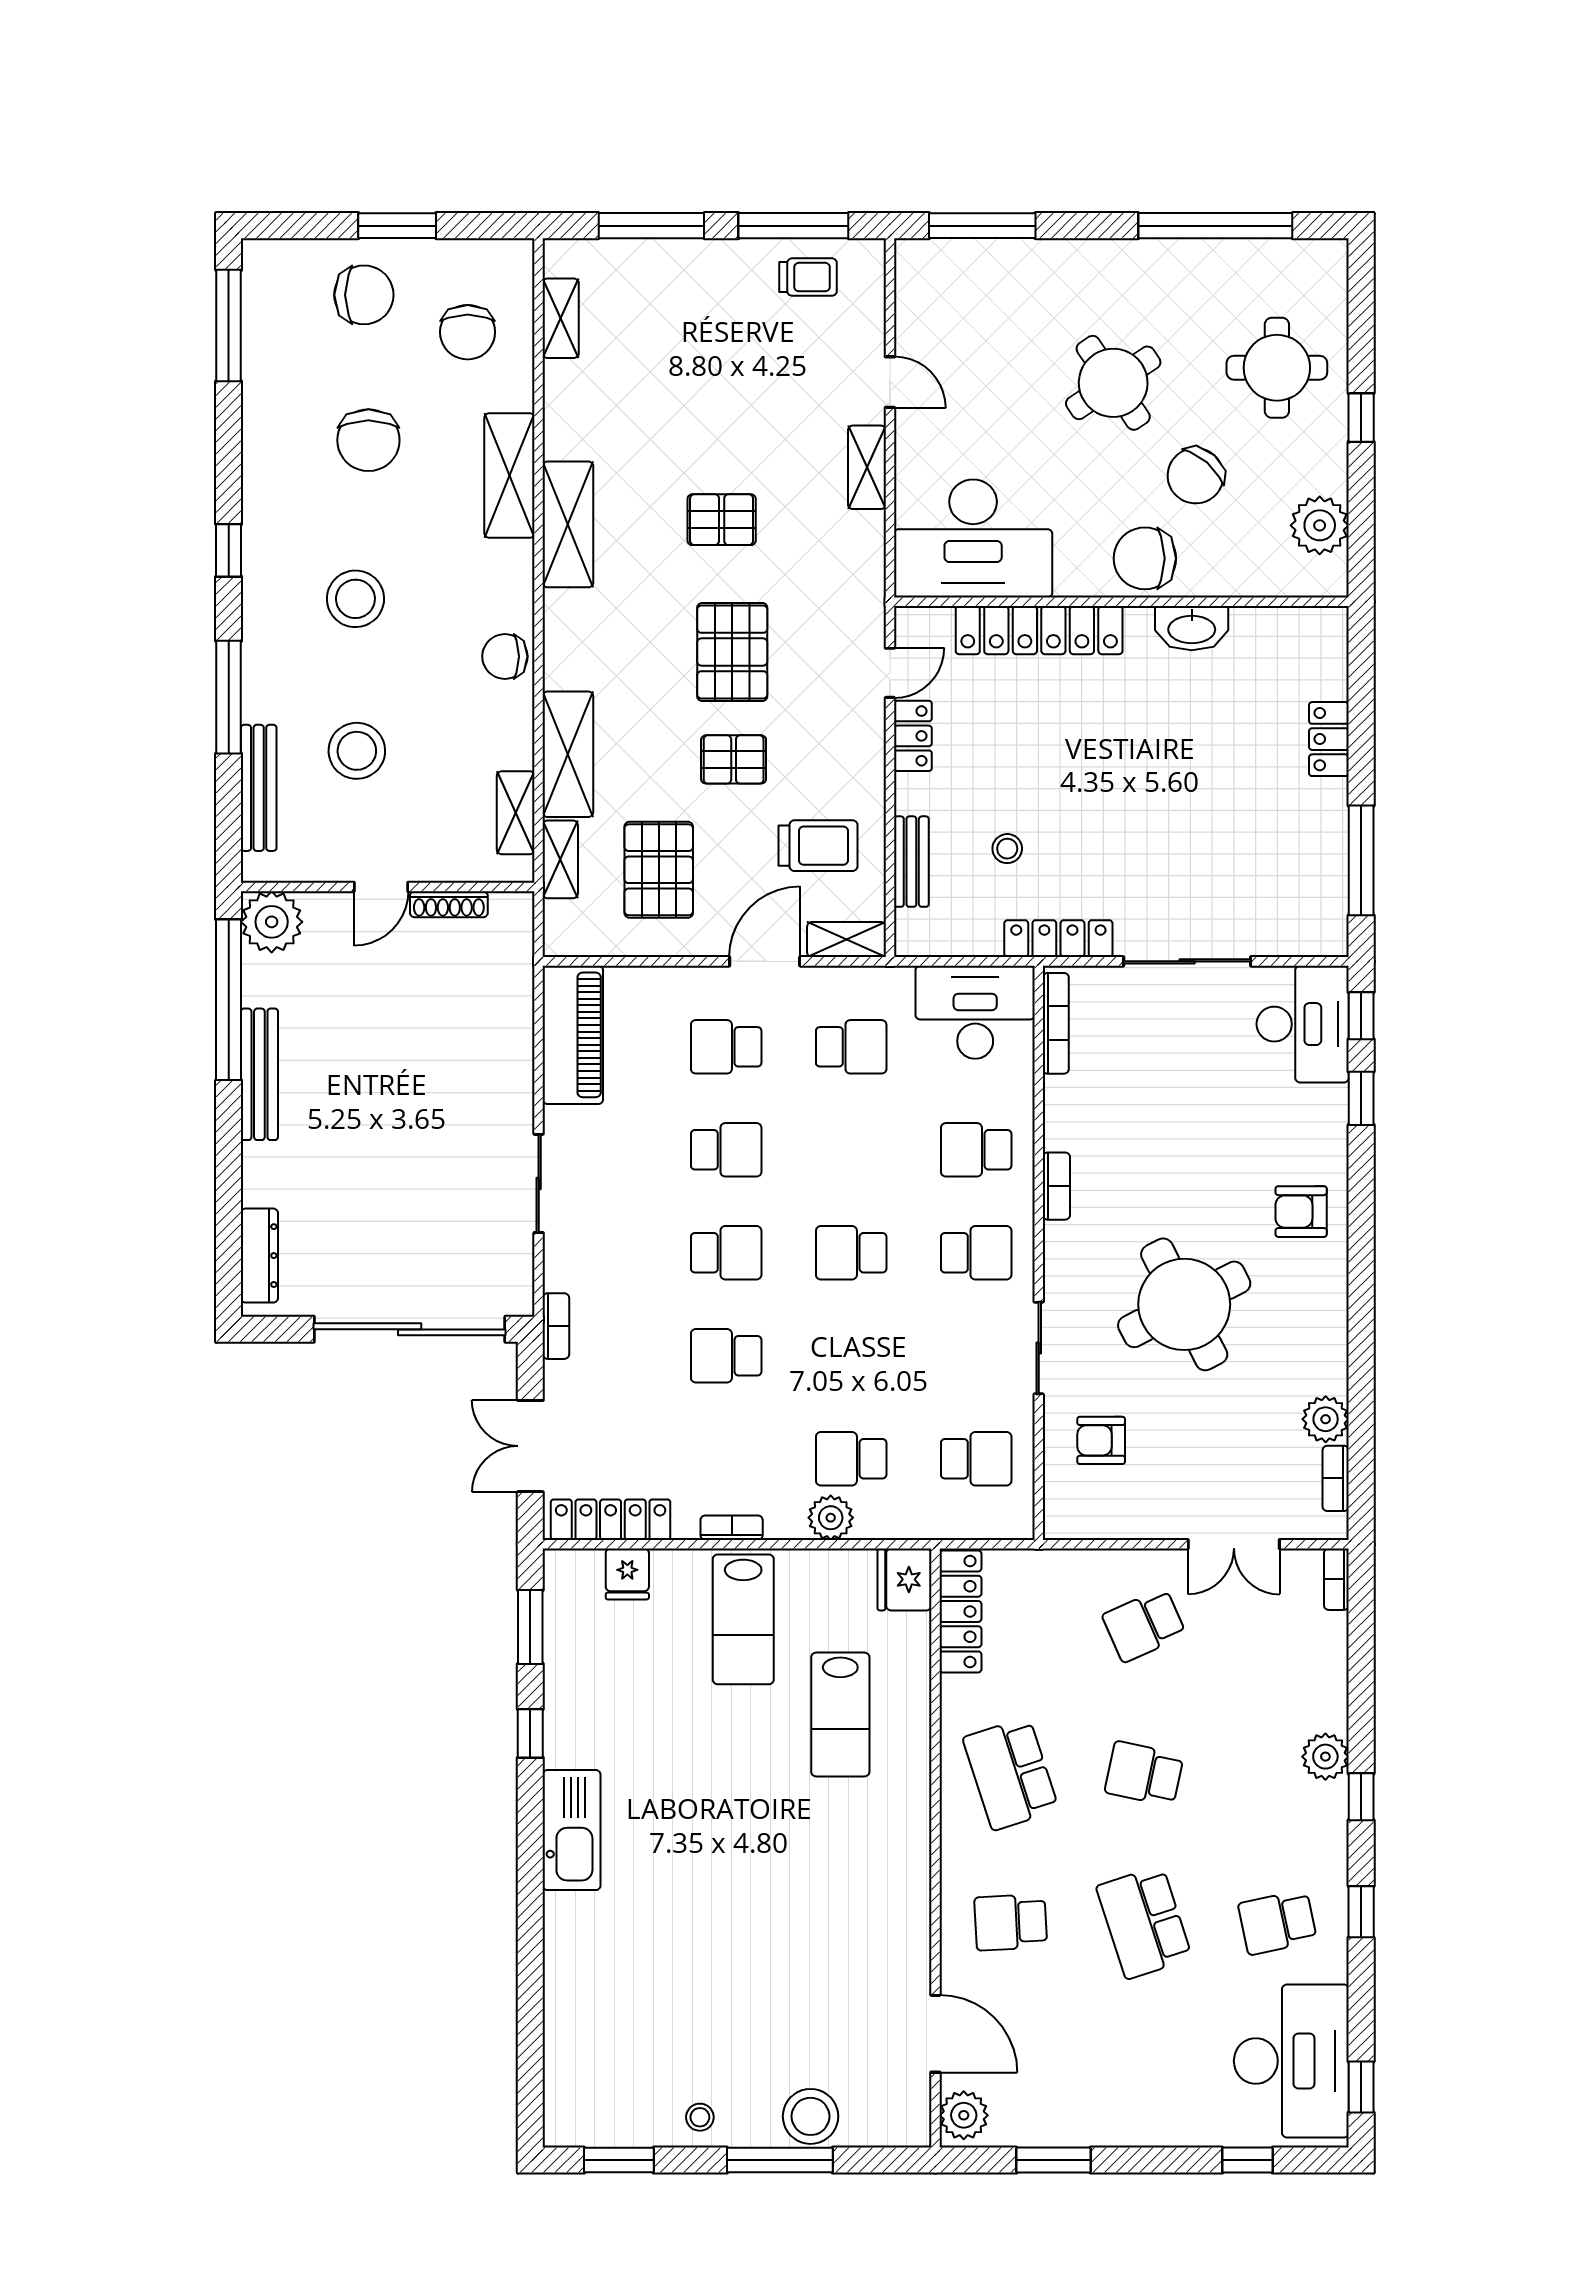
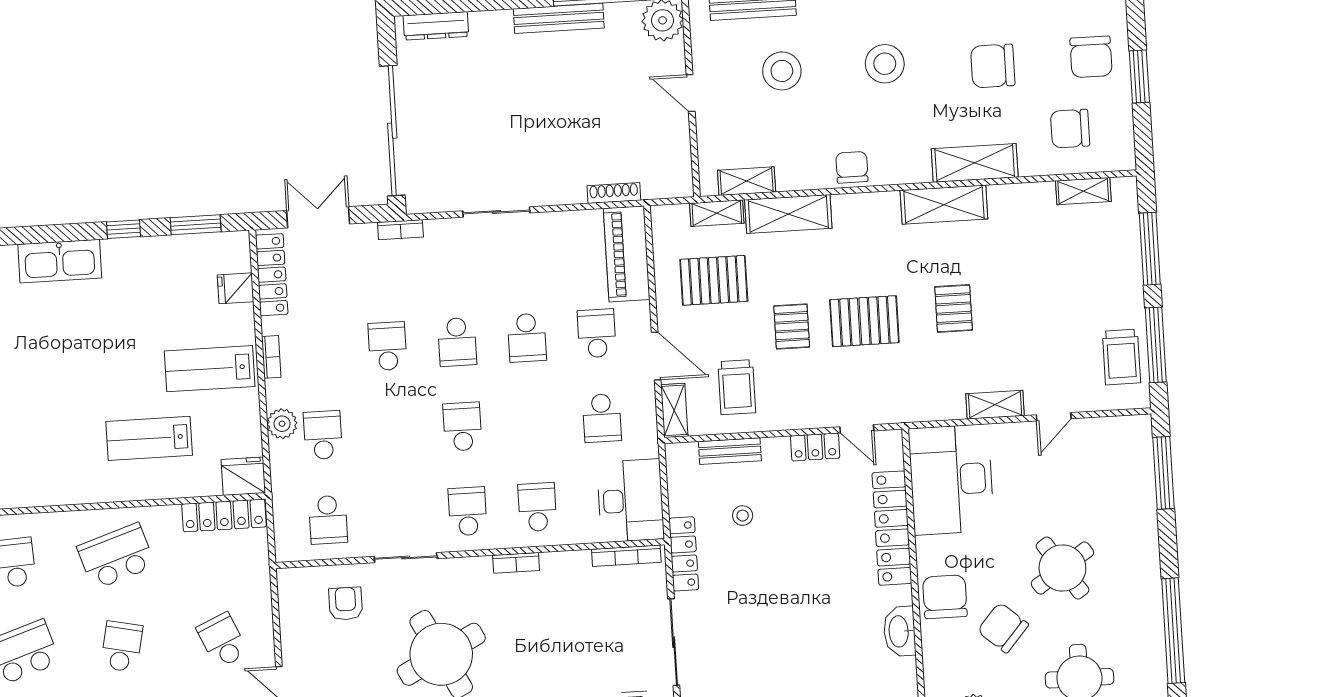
trolley: (808, 277) -> (1121, 357), width x1.36, depth x1.39
shoe rack: (449, 904) -> (614, 193), moved, turned 90
piano: (573, 1035) -> (627, 254), moved, turned 90
school desk: (976, 1253) -> (468, 511), turned 180

